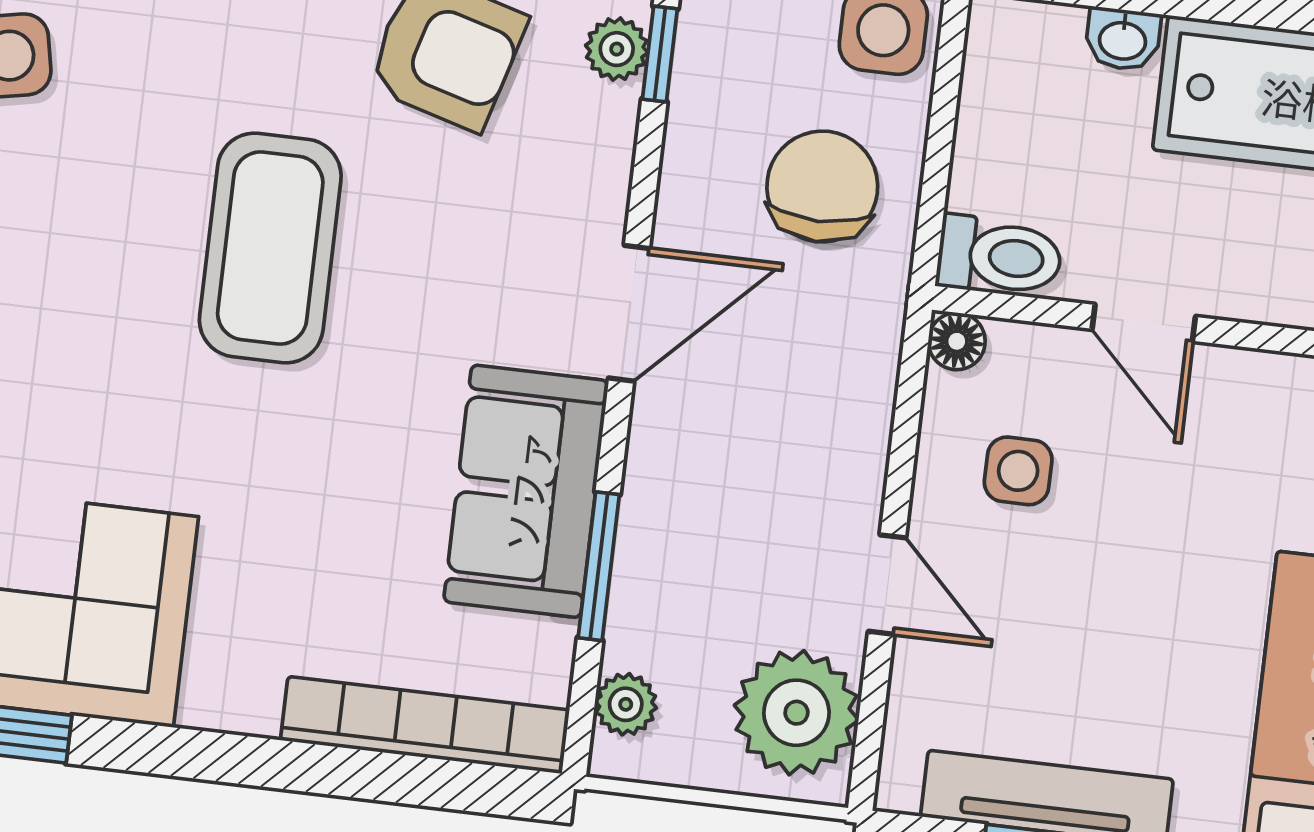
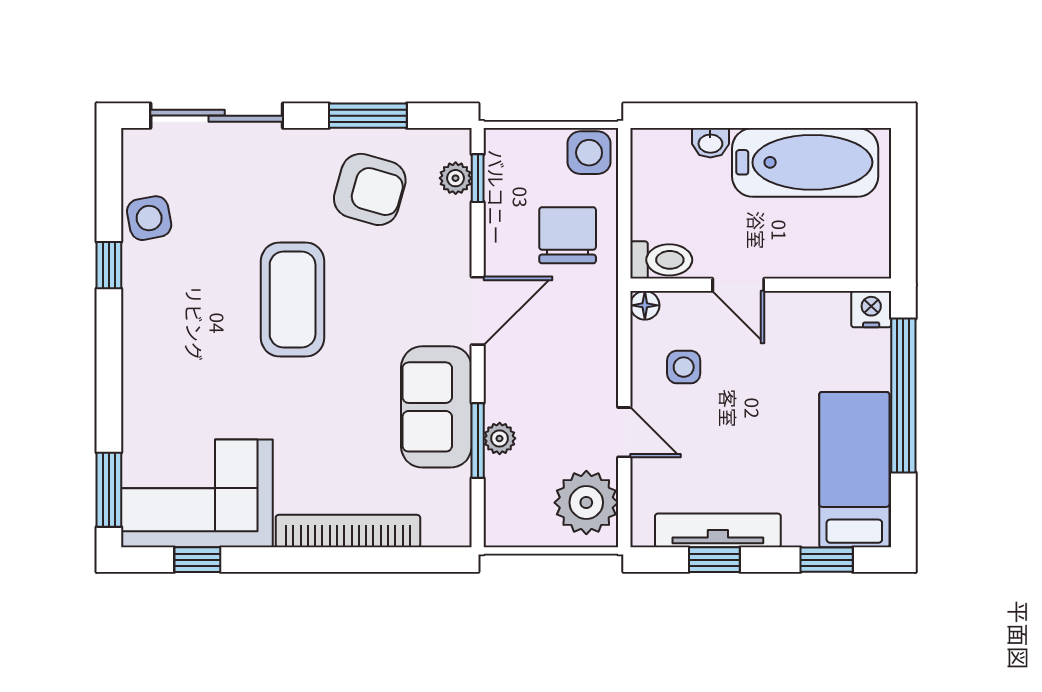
plant: (626, 704) -> (500, 438), moved
bookcase: (425, 725) -> (348, 531), moved

